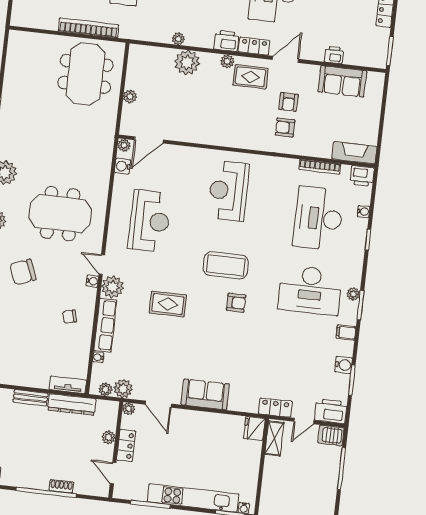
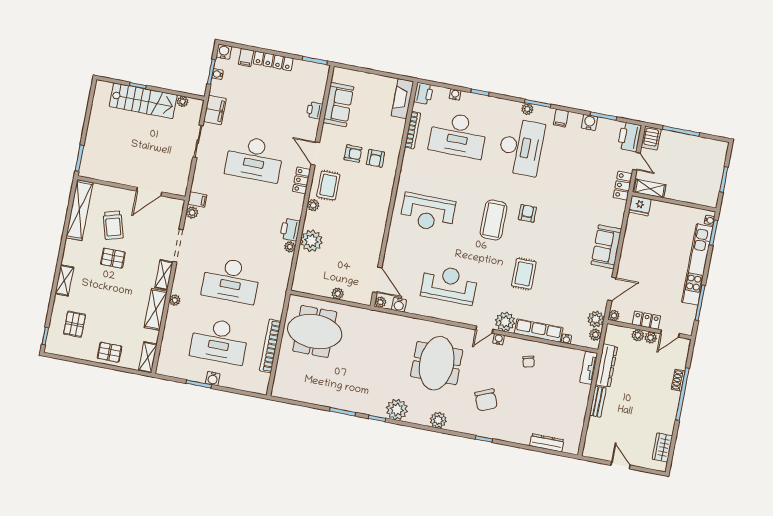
bookcase: (89, 28) -> (270, 346), moved
printer: (226, 41) -> (290, 230), moved
plant: (107, 452) -> (651, 338), added

